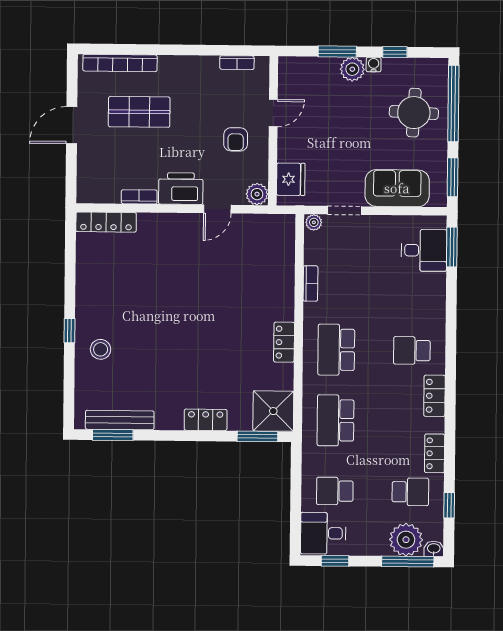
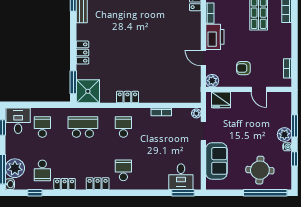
window: (453, 177) -> (223, 193), removed
school desk: (336, 350) -> (123, 127), width x0.54

